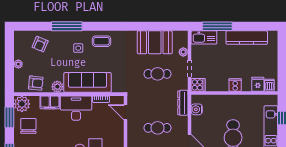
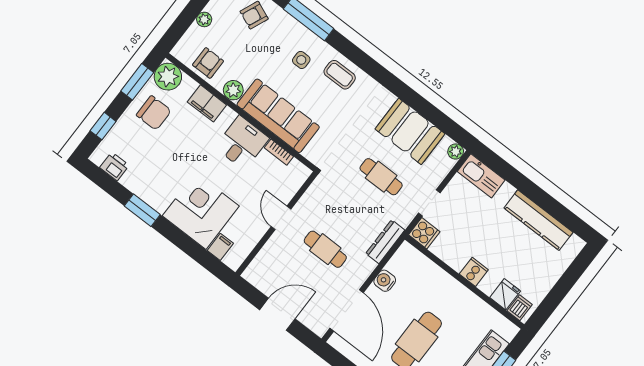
window: (217, 26) -> (511, 174), removed
plant: (183, 52) -> (456, 151), moved
armchair: (36, 83) -> (208, 63), turned -96
desk: (76, 108) -> (242, 143), width x0.73
water cooler: (197, 109) -> (385, 281), moved
door: (126, 112) -> (281, 218), moved
chair: (28, 126) -> (154, 113), turned 90

